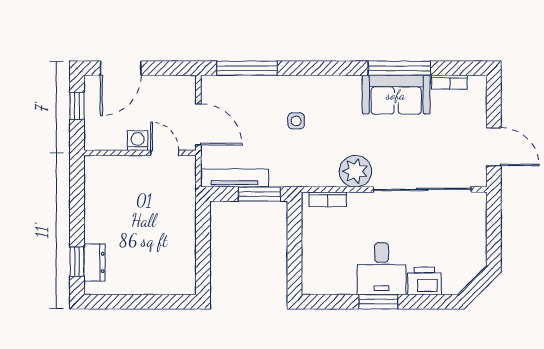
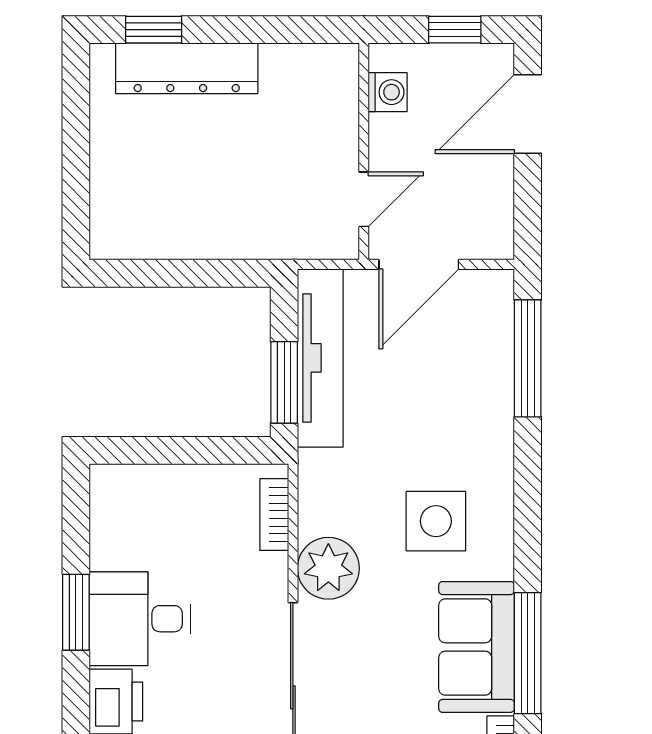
door: (121, 68) -> (528, 114), hinge flipped
side table: (296, 121) -> (436, 521), moved, width x1.87, depth x1.87
washing machine: (138, 141) -> (388, 92), moved
tv unit: (235, 178) -> (320, 358), width x1.36, depth x1.29
dresser: (94, 262) -> (187, 68), width x1.96, depth x1.24

